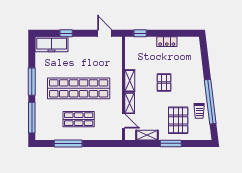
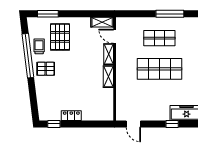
window: (140, 33) -> (54, 124), moved
pallet: (164, 82) -> (46, 69), moved, turned 90
shop shelf: (79, 88) -> (159, 69), width x0.71
shelving: (147, 135) -> (102, 22), moved
window: (171, 143) -> (48, 14), moved

